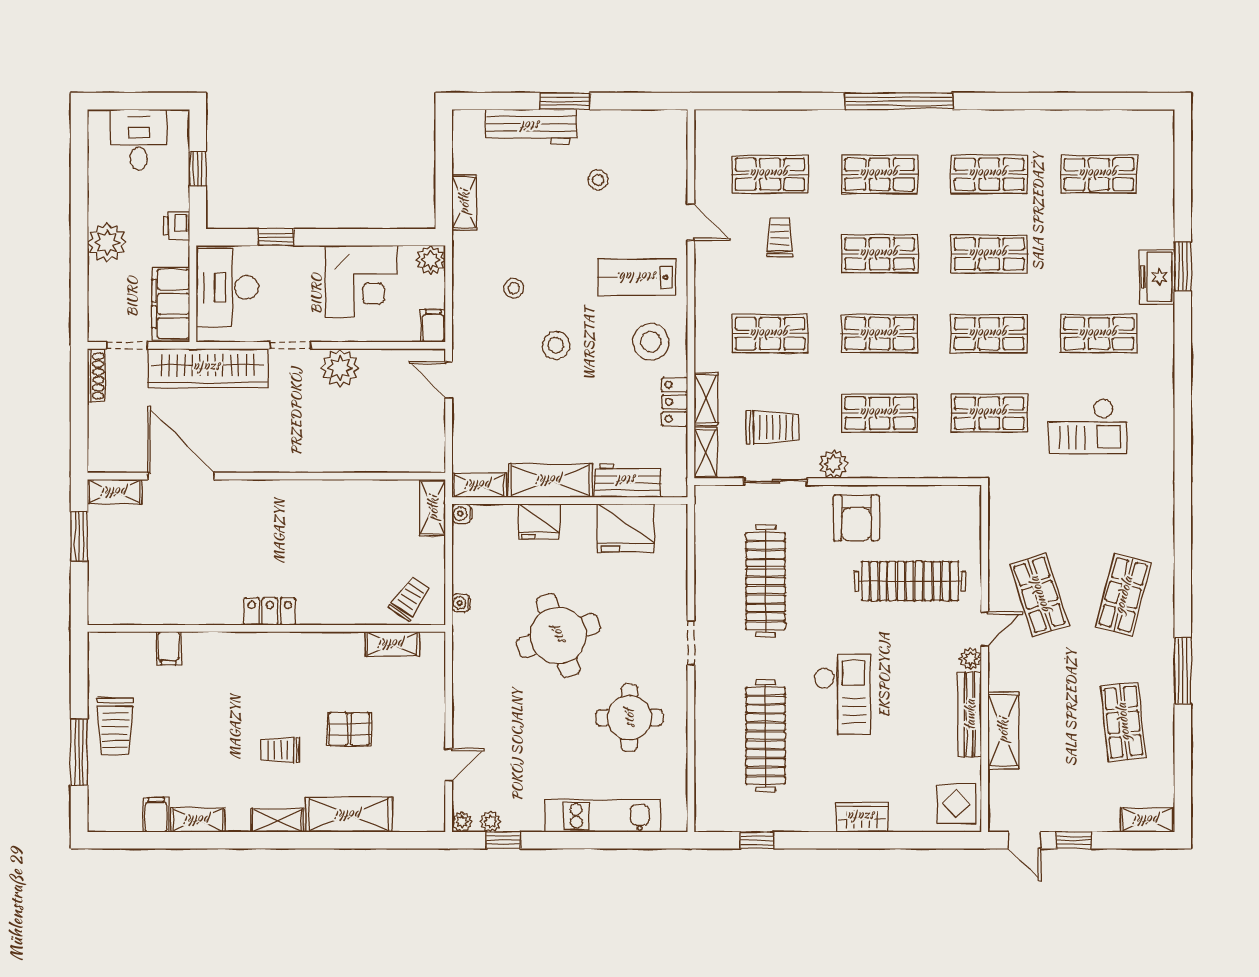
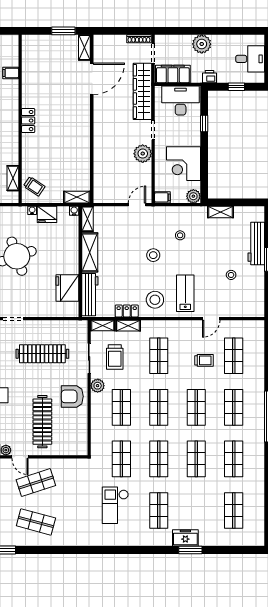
workbench: (627, 480) -> (90, 295), width x1.38
fridge: (539, 521) -> (47, 214), moved, turned -90

